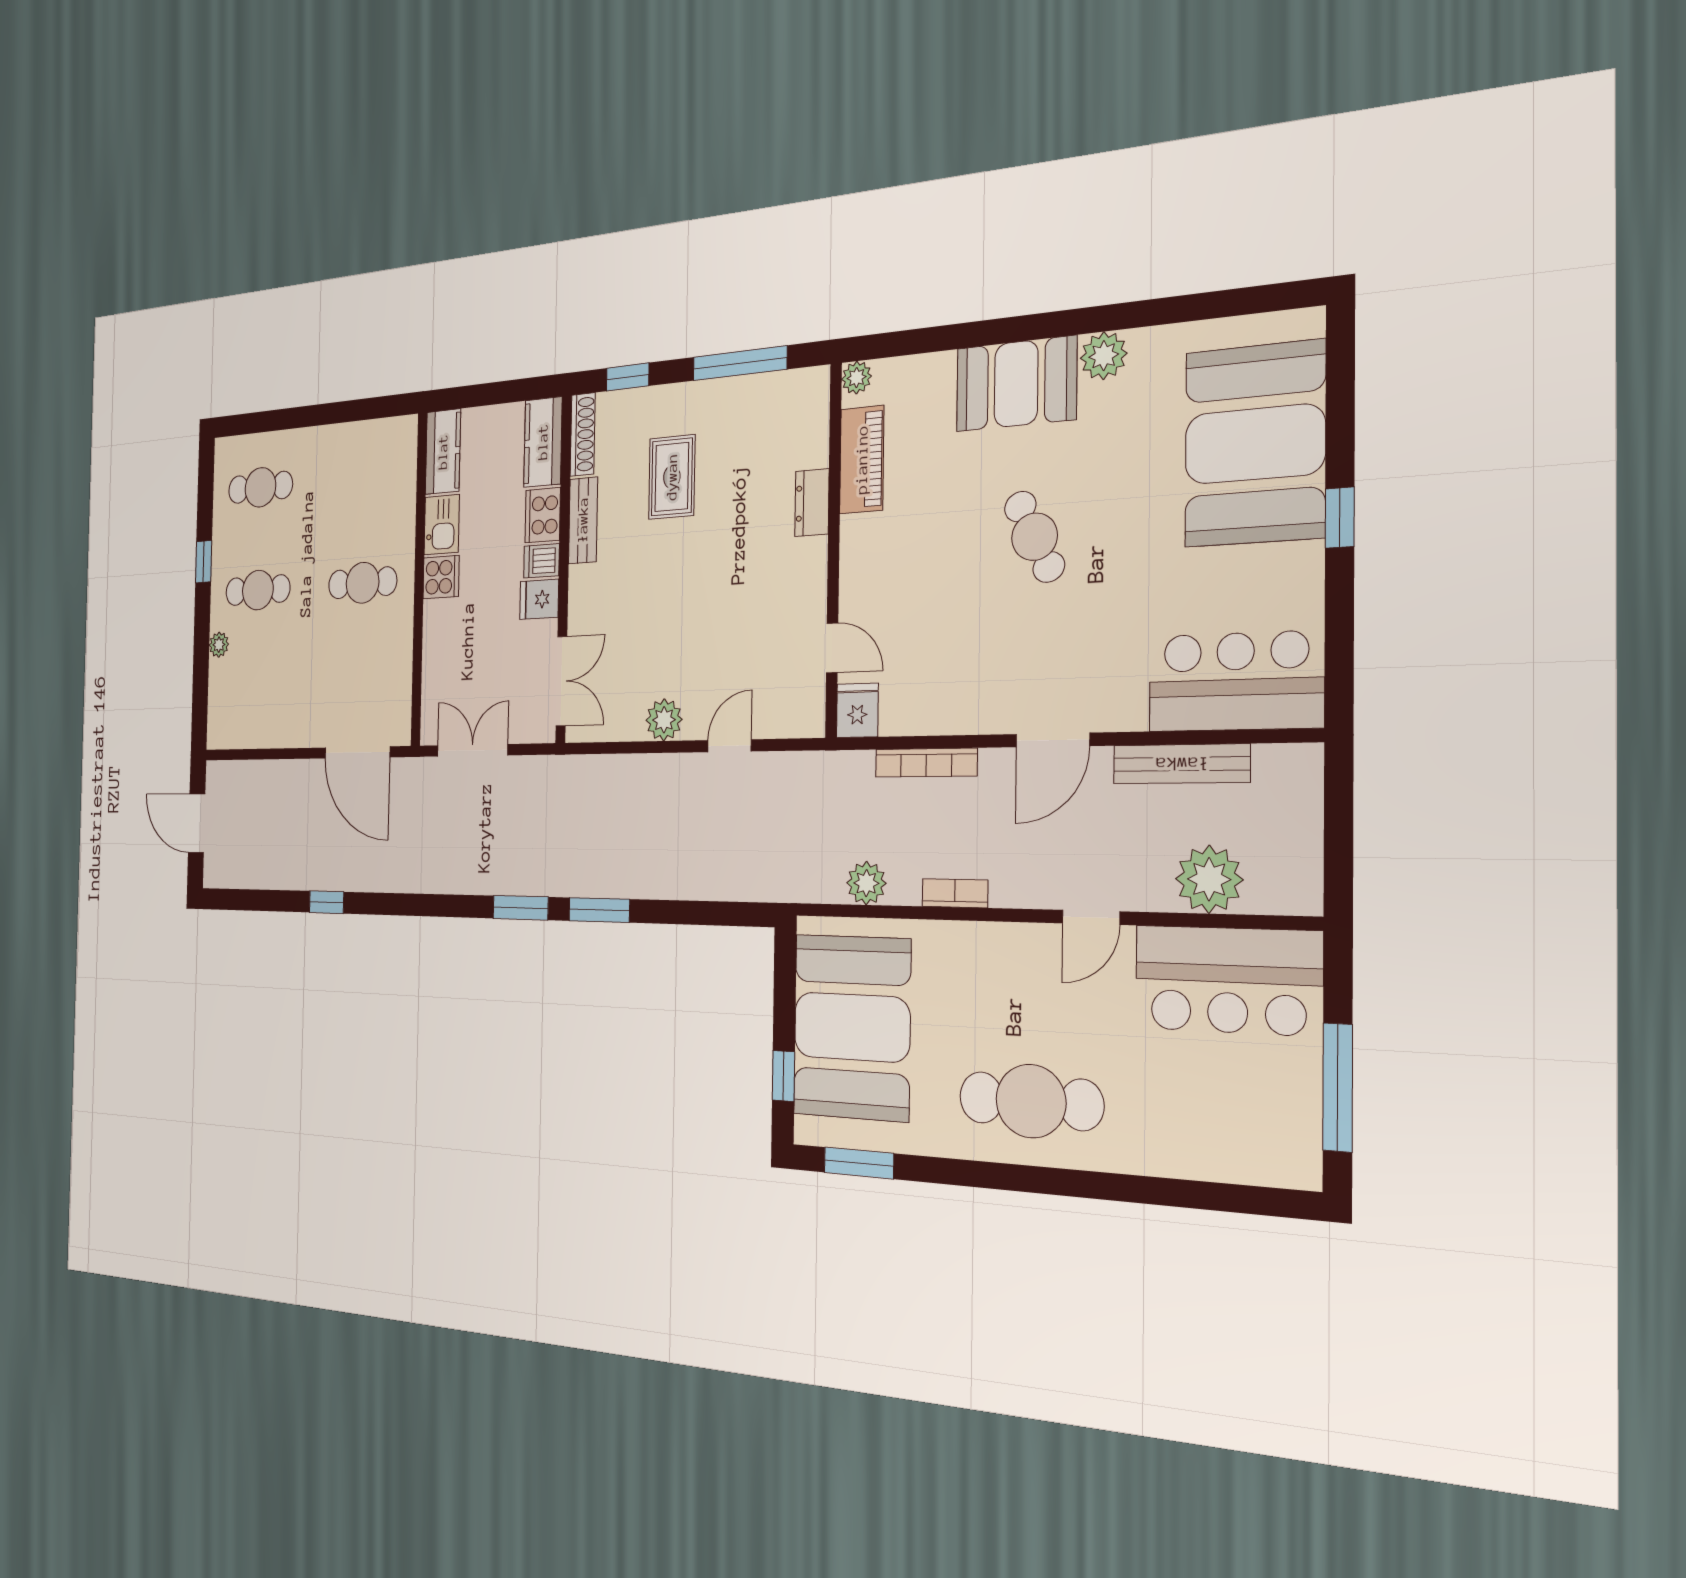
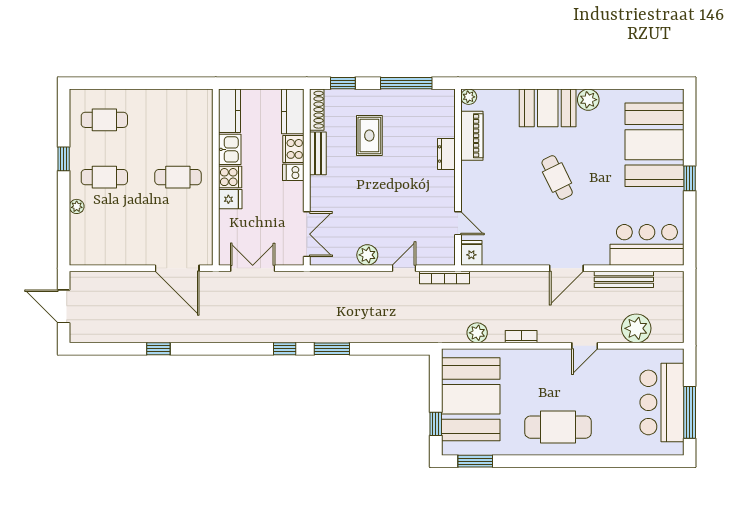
fridge: (539, 599) -> (230, 199), moved, turned 180
bookcase: (926, 763) -> (444, 278), moved
window: (521, 908) -> (285, 349), width x0.67
bar counter: (1228, 980) -> (662, 402), moved, turned 90

